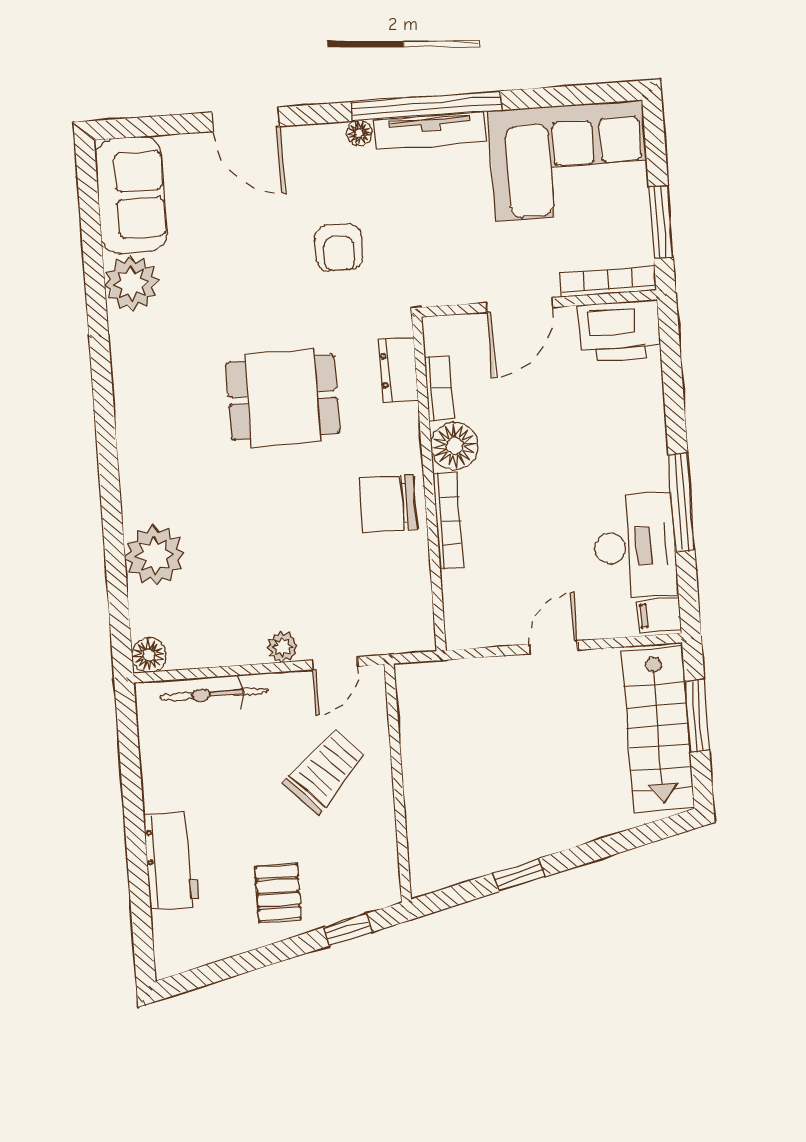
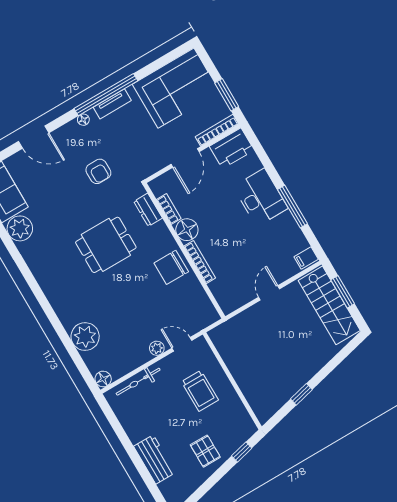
tv unit: (430, 130) -> (112, 104), width x0.71
desk: (635, 546) -> (260, 197), moved
door: (335, 663) -> (182, 344), swing flipped
trolley: (325, 771) -> (200, 391), turned 135

